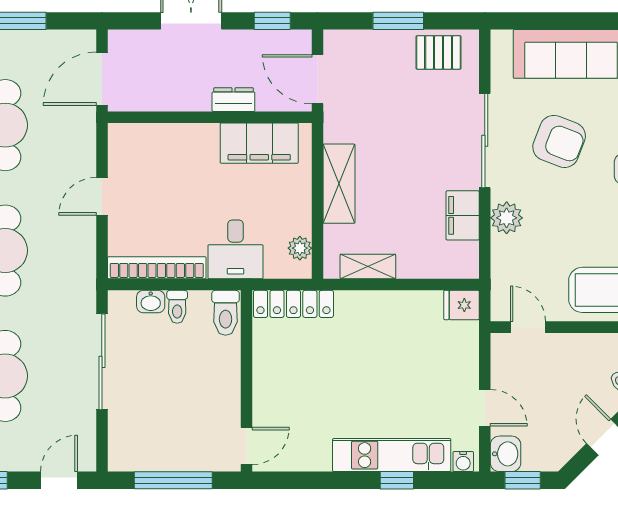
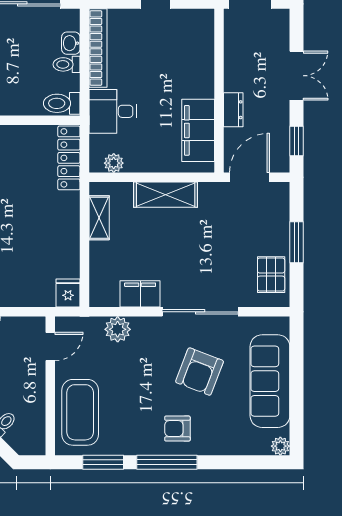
plant: (507, 218) -> (118, 329), moved

